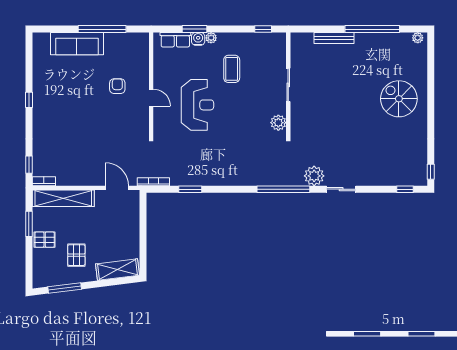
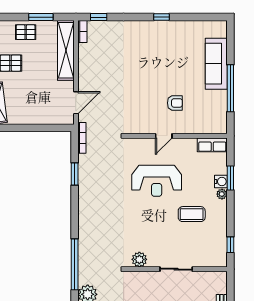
row of seats: (175, 40) -> (212, 145), moved, turned -90
pallet: (45, 240) -> (26, 32), turned 90

